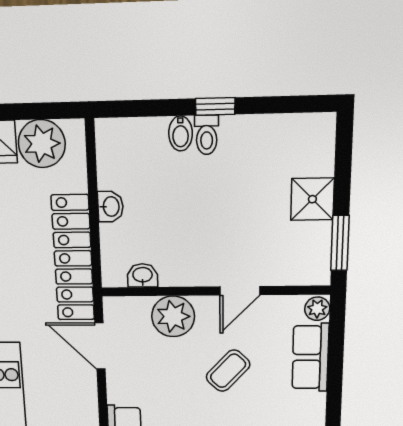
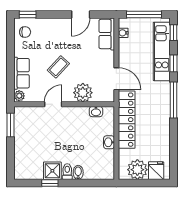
window: (215, 106) -> (50, 183), moved
shower: (312, 199) -> (52, 171), moved

